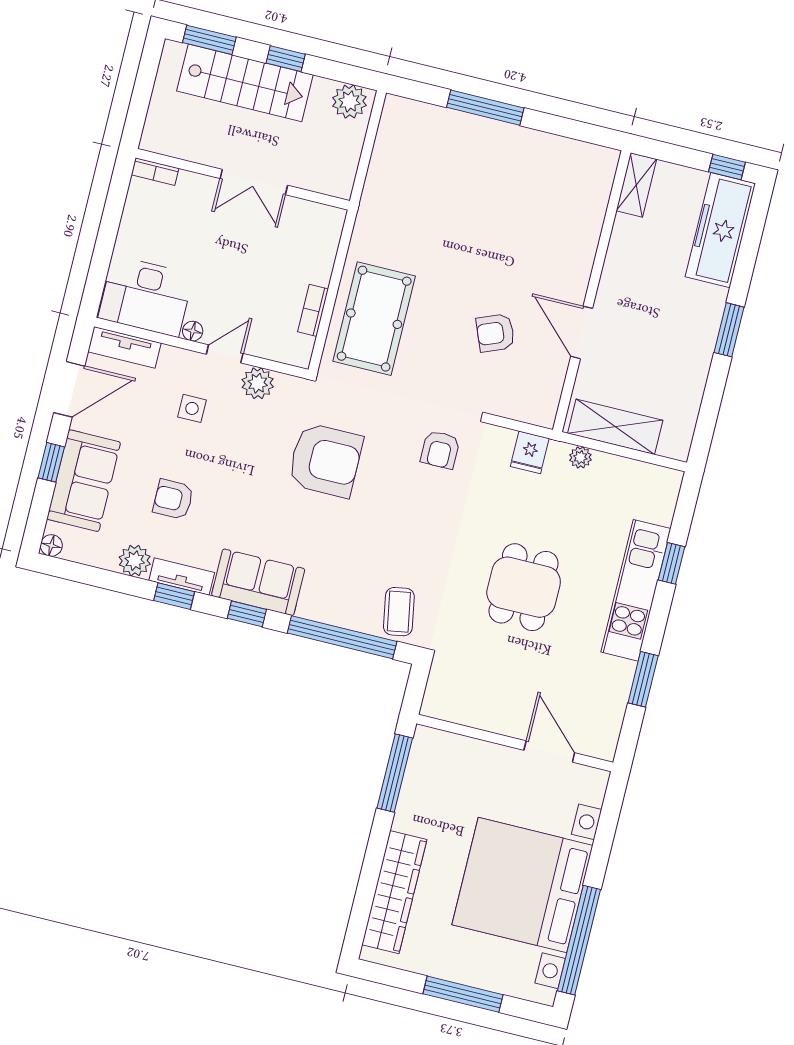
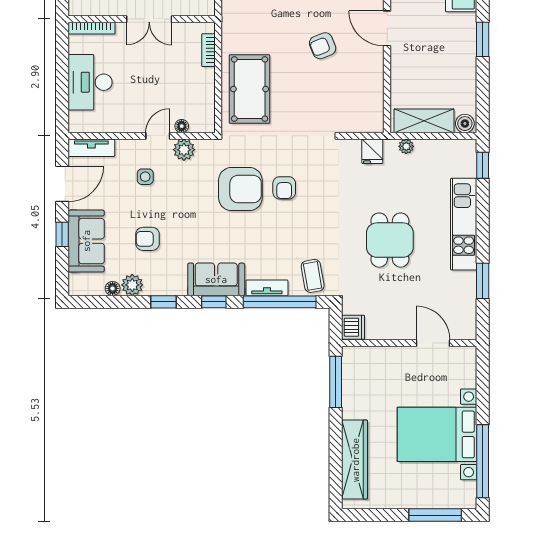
bookcase: (155, 172) -> (92, 28), width x1.56
desk: (146, 296) -> (90, 82), moved, turned 90
bookcase: (313, 310) -> (208, 50), moved
floor lamp: (193, 331) -> (182, 126), moved
door: (582, 332) -> (387, 28), moved
armchair: (495, 333) -> (323, 46), moved
boiler: (673, 445) -> (465, 124), added
armchair: (440, 450) -> (284, 188), moved
floor lamp: (51, 545) -> (113, 288), moved
window: (672, 563) -> (483, 165), moved
tv unit: (182, 576) -> (267, 288), moved
dishwasher: (439, 700) -> (353, 327), added
bed with nightstands: (523, 885) -> (437, 434), width x0.73
window: (463, 994) -> (435, 515), moved

